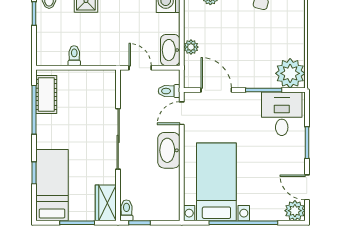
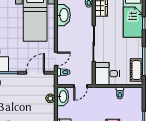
door: (140, 68) -> (81, 86), hinge flipped
desk: (96, 89) -> (107, 74), added
door: (216, 90) -> (35, 73), swing flipped
washbasin: (169, 150) -> (64, 15), moved

